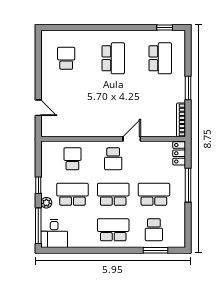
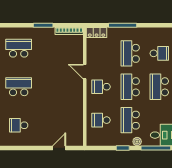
school desk: (113, 159) -> (101, 87), turned 180

